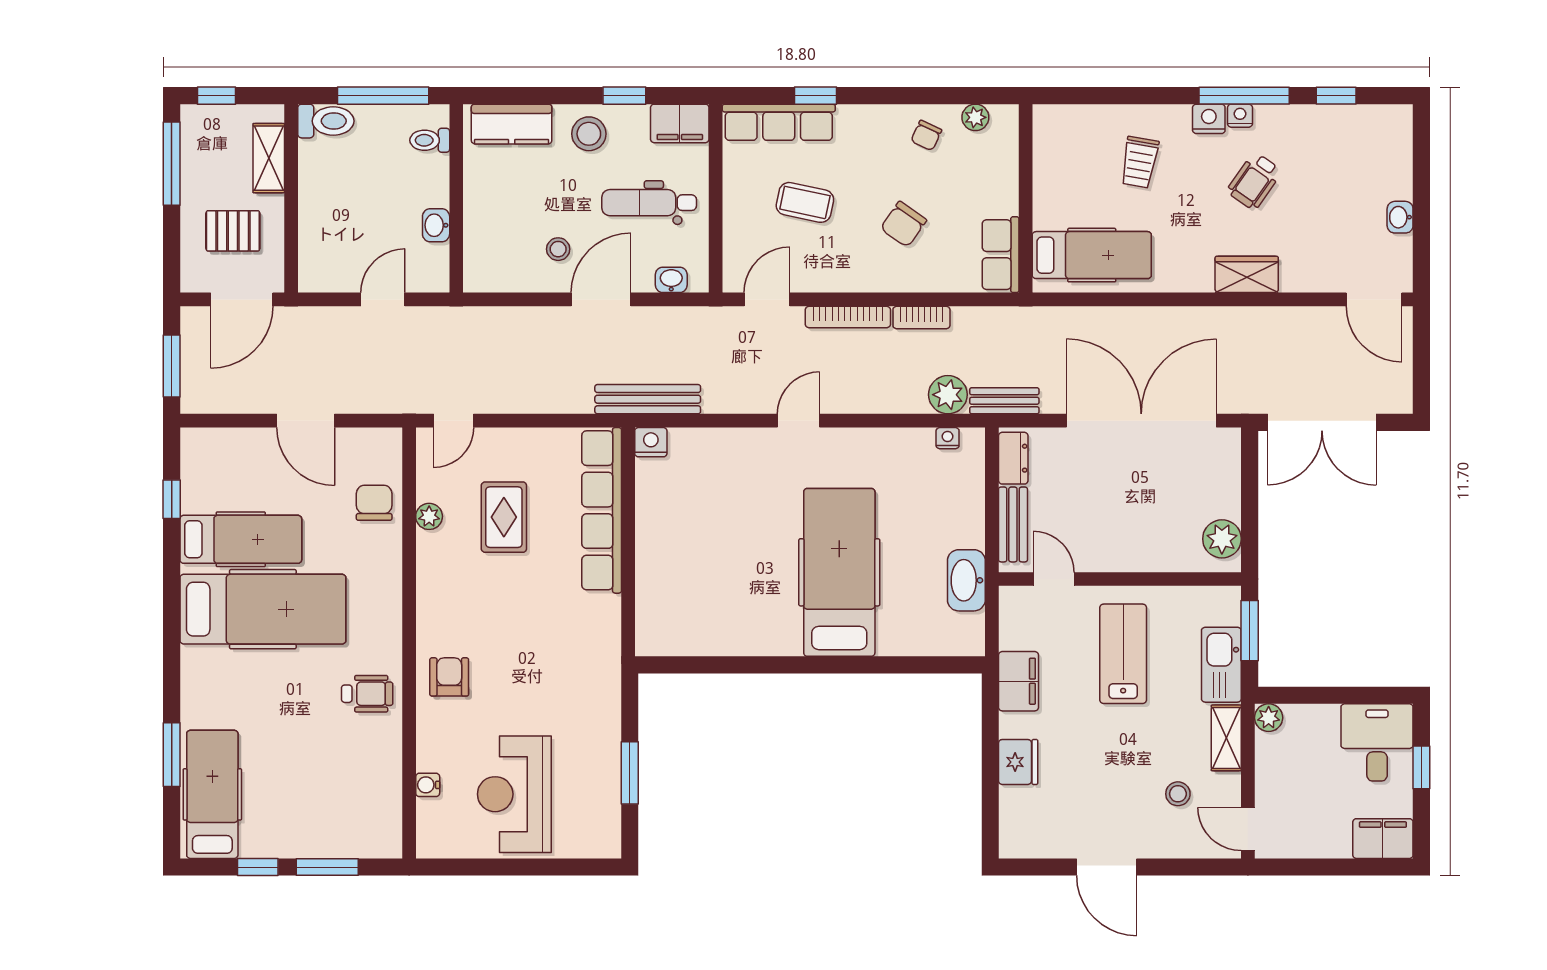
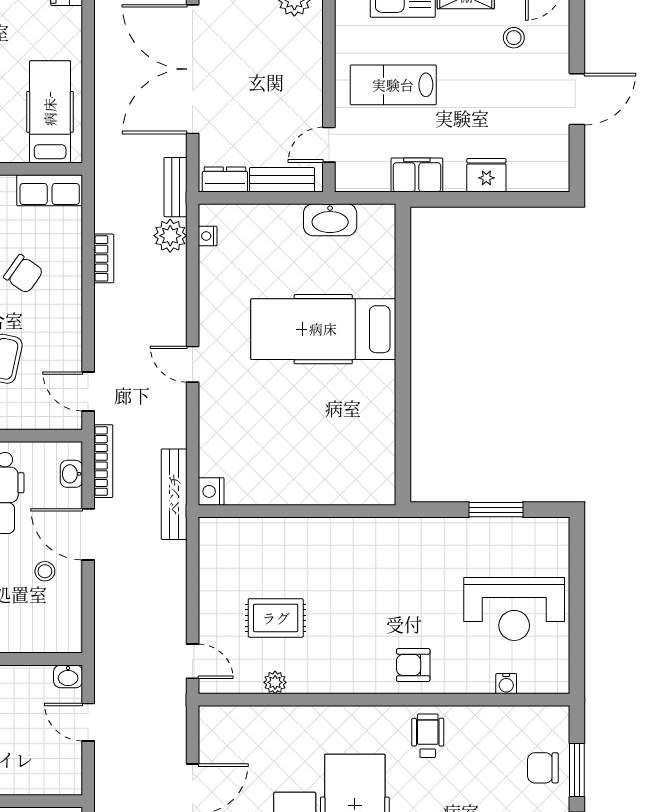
washbasin: (436, 225) -> (68, 676), moved
bookcase: (848, 317) -> (103, 461), moved
chair: (374, 503) -> (543, 768), moved
row of seats: (602, 510) -> (270, 534), removed

